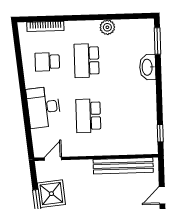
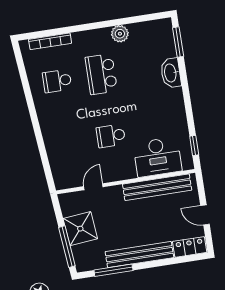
desk: (44, 107) -> (157, 157), moved, turned -85
school desk: (88, 116) -> (111, 136), width x0.54
door: (53, 159) -> (93, 187), moved
door: (162, 195) -> (205, 215), hinge flipped

